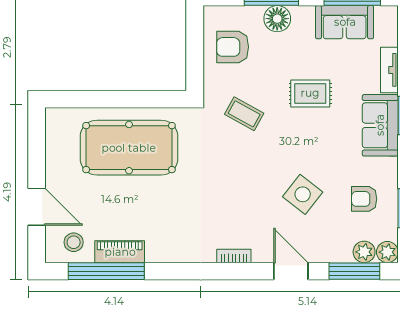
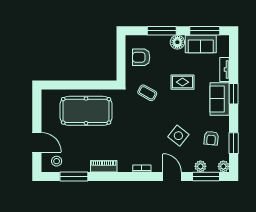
floor lamp: (277, 19) -> (177, 42), moved
armchair: (364, 199) -> (211, 138), turned -85
piano: (120, 252) -> (104, 166), moved
plant: (364, 252) -> (200, 166), moved
window: (106, 271) -> (74, 177), width x0.68

